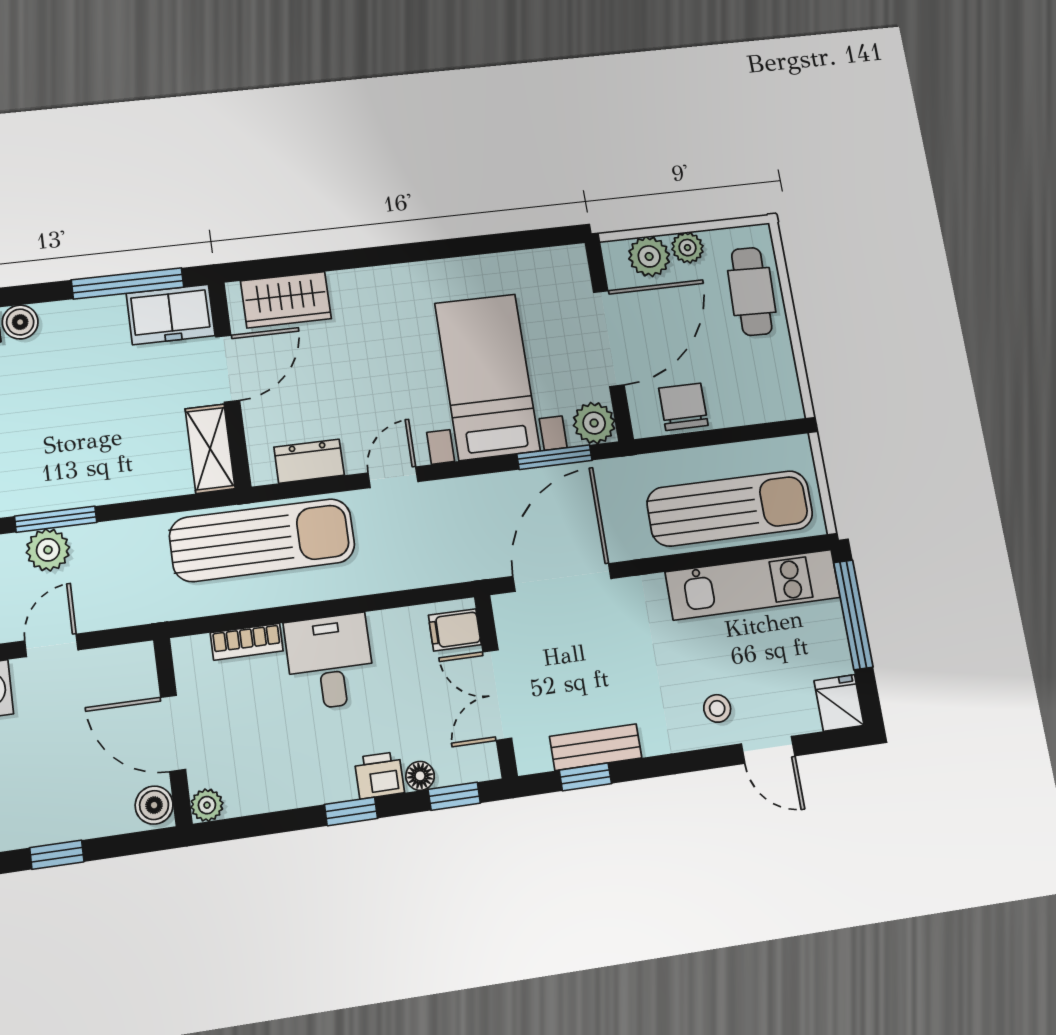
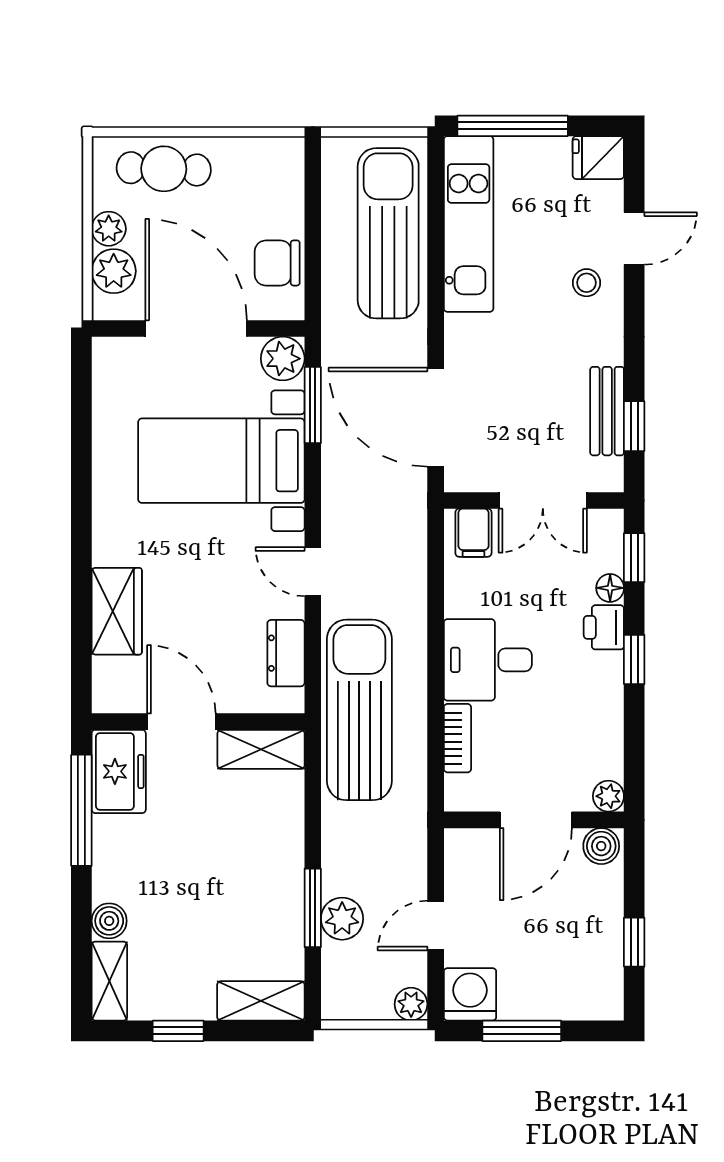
wardrobe: (286, 300) -> (117, 611), moved
door: (51, 645) -> (436, 926), hinge flipped

